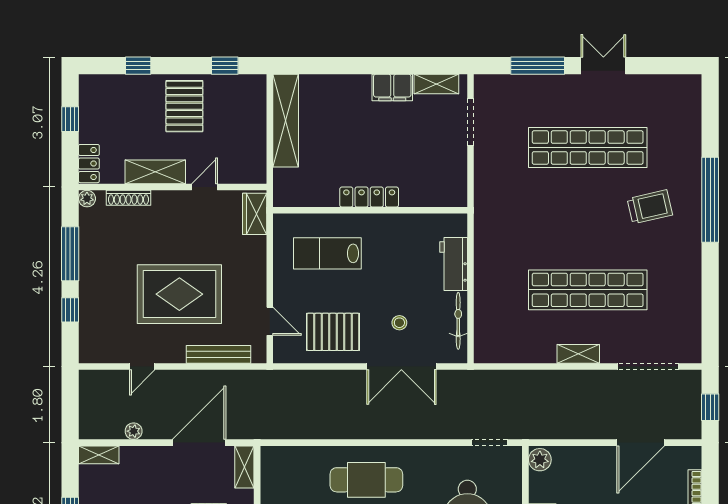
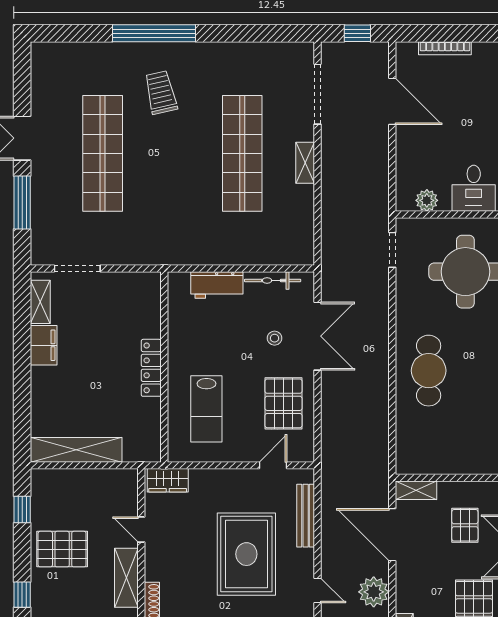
plant: (134, 431) -> (374, 592), width x1.87, depth x1.87
plant: (540, 460) -> (427, 200), moved

